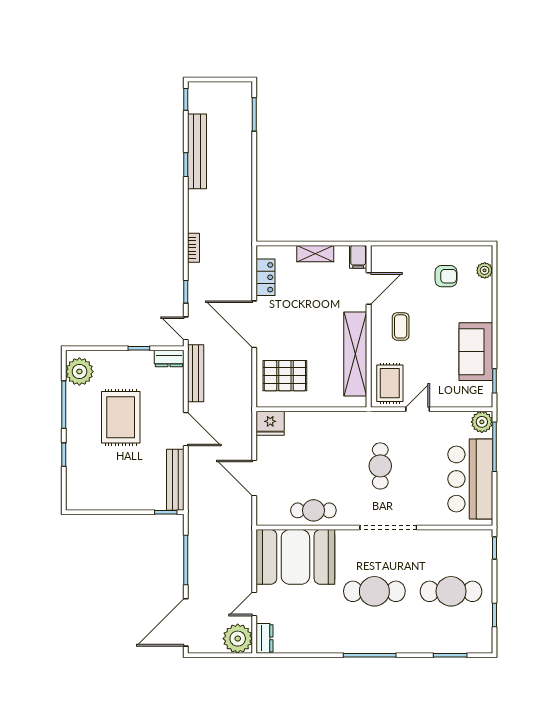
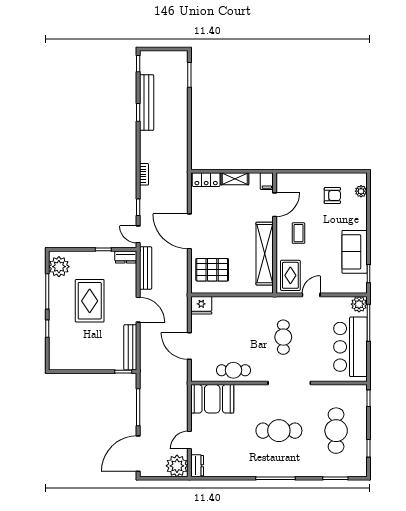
locker: (266, 277) -> (206, 180), moved, turned 90
booth: (295, 557) -> (212, 399), width x0.73, depth x0.70
cafe table: (451, 591) -> (336, 431), turned 90

